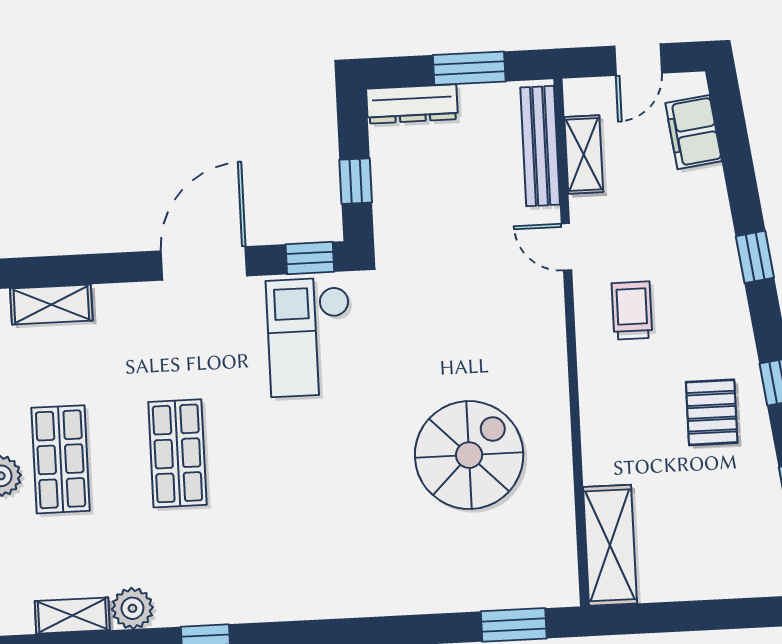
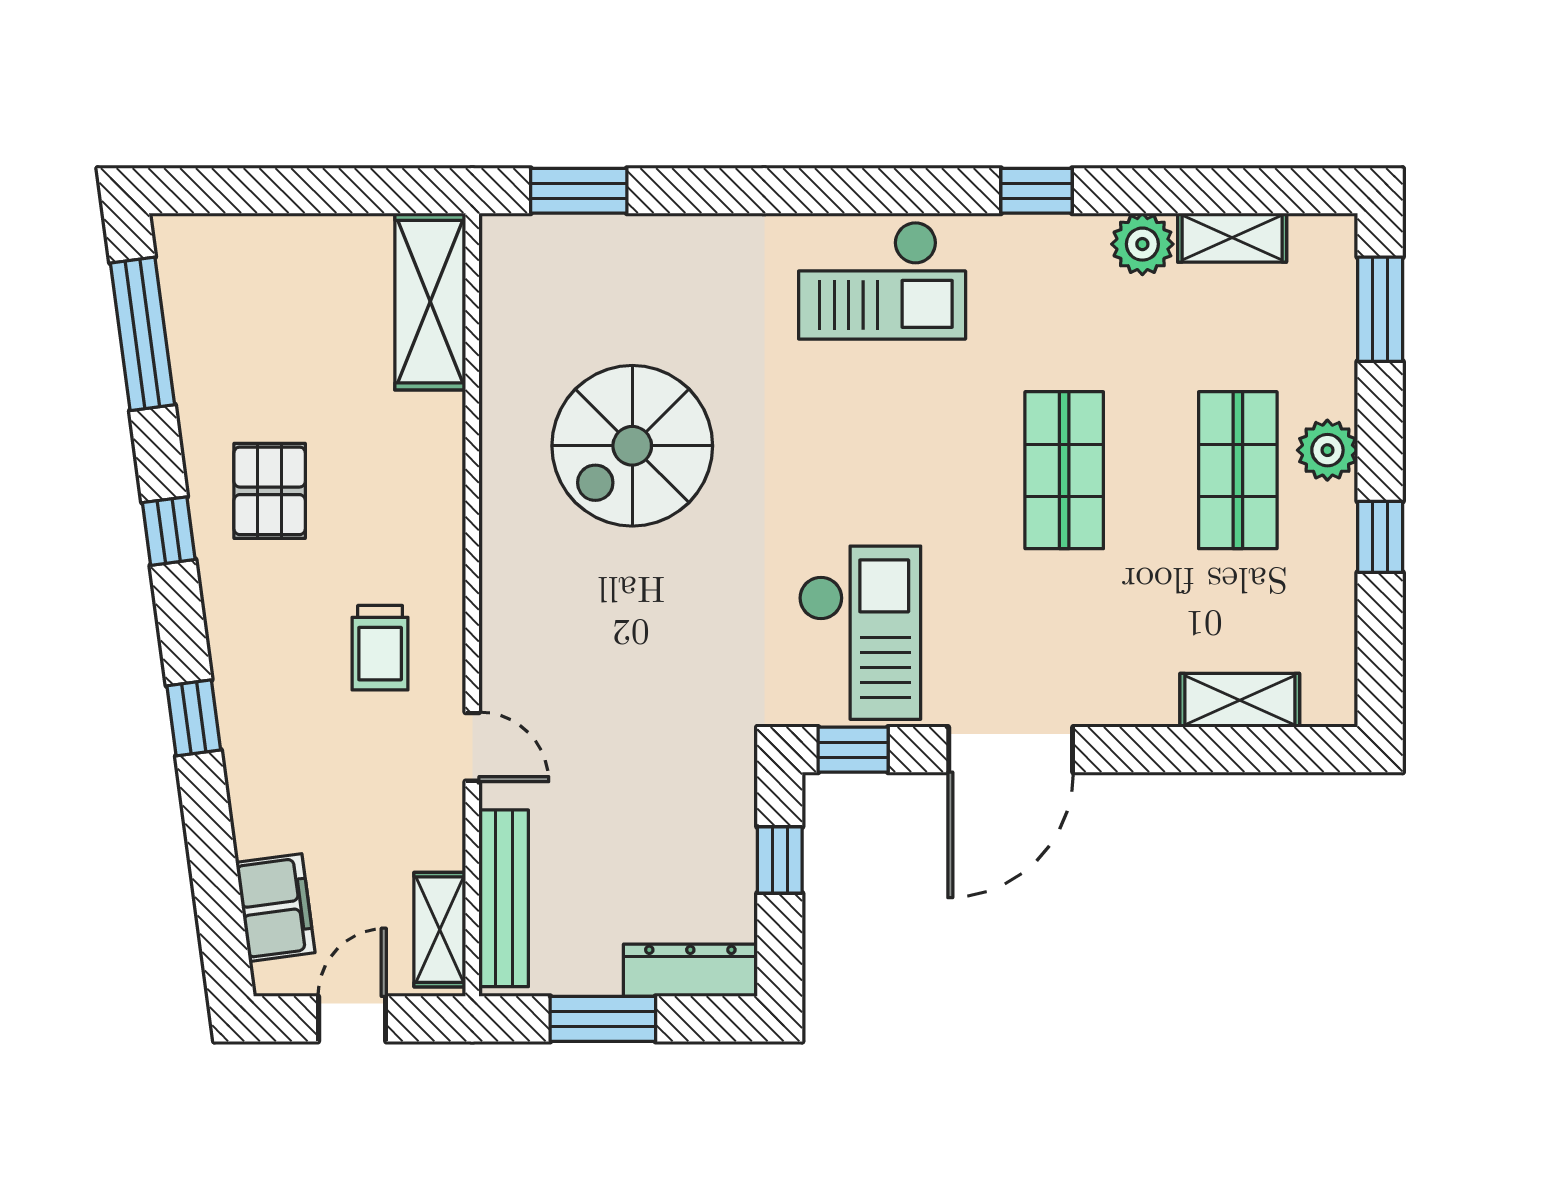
shelving: (584, 155) -> (440, 930), moved
checkout: (307, 575) -> (882, 280), added

